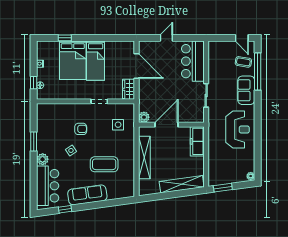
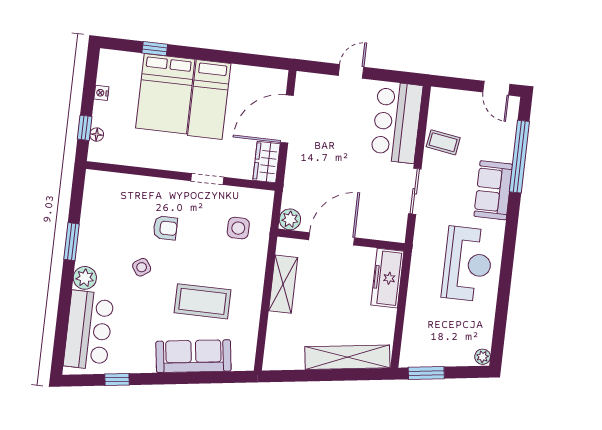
coffee table: (243, 62) -> (443, 142), moved
door: (137, 66) -> (287, 119), swing flipped
shelving: (144, 157) -> (283, 284), width x0.68
sofa: (87, 195) -> (193, 356), moved

